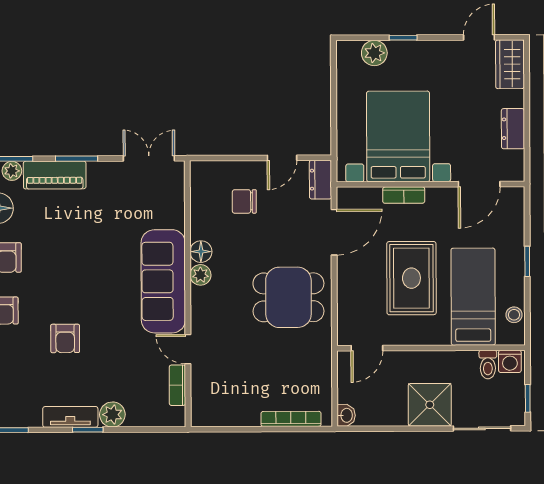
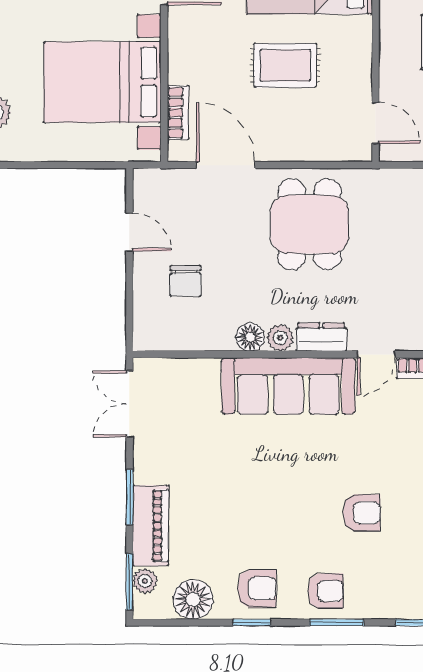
dresser: (320, 180) -> (321, 337), moved, turned 180
bookcase: (404, 195) -> (178, 113), moved
rug: (411, 278) -> (285, 65), width x0.73, depth x0.70

